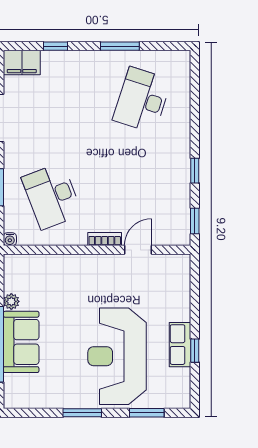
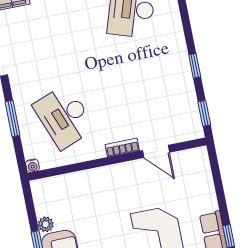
door: (138, 250) -> (156, 151), swing flipped

